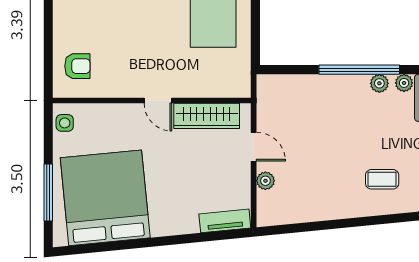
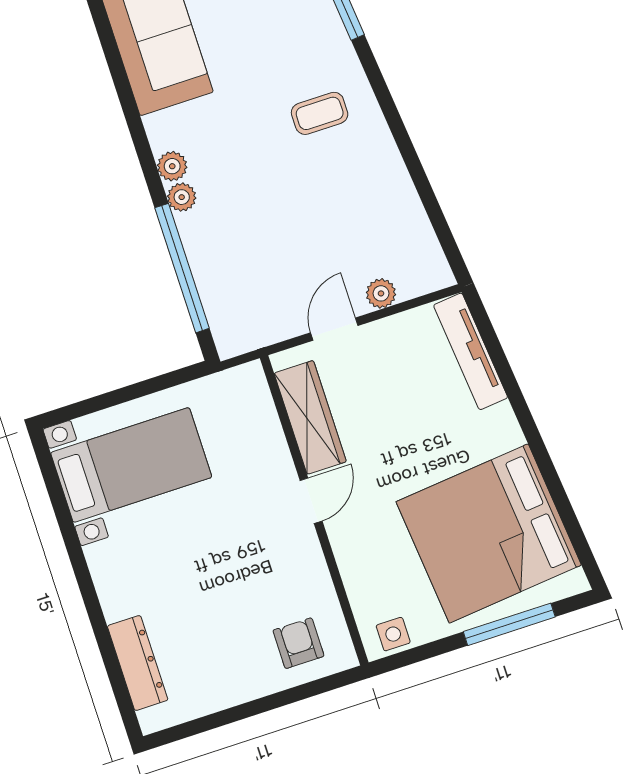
window: (359, 70) -> (182, 268), moved
plant: (404, 83) -> (182, 197), moved
coffee table: (382, 179) -> (320, 113), turned 90
tv unit: (225, 221) -> (471, 351), width x1.41

